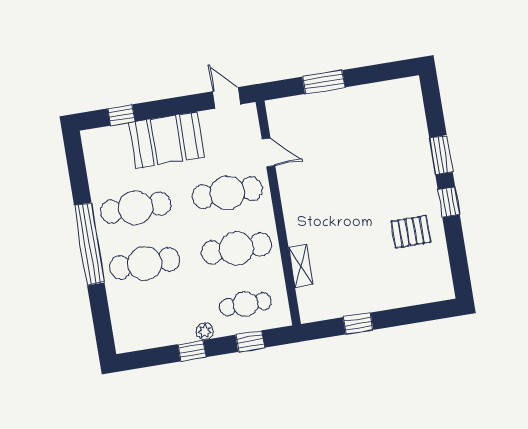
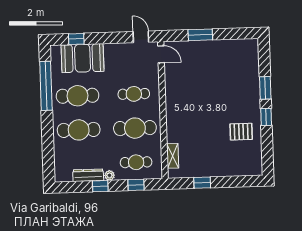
booth: (167, 140) -> (83, 58), moved
door: (268, 152) -> (161, 54), moved
cafe table: (227, 193) -> (134, 94), width x0.73, depth x0.74
window: (89, 244) -> (46, 86), moved
shelving: (301, 266) -> (173, 156), moved
dresser: (170, 336) -> (88, 175), added

